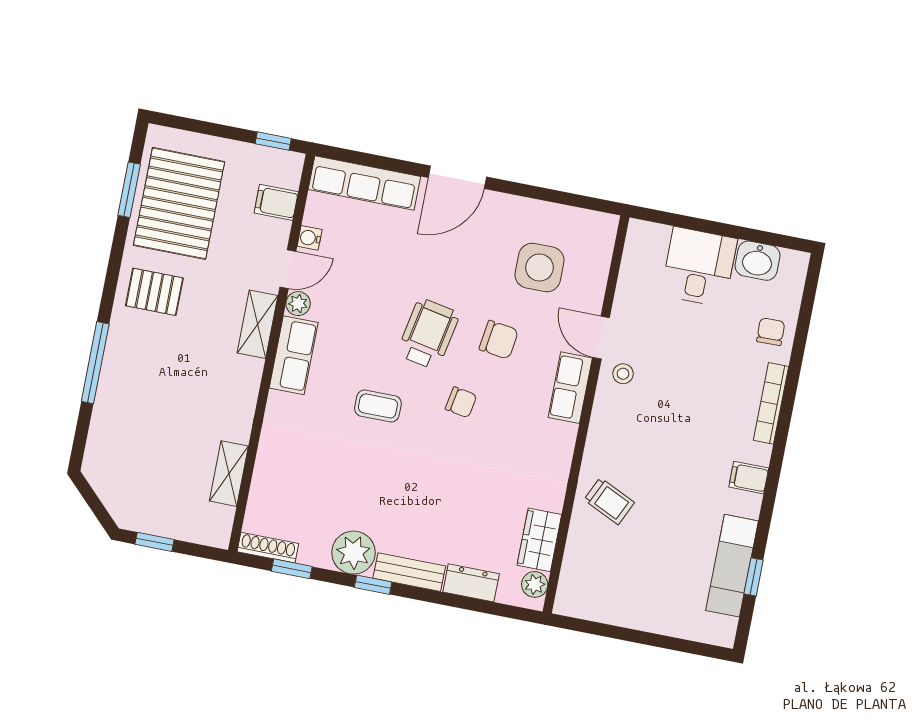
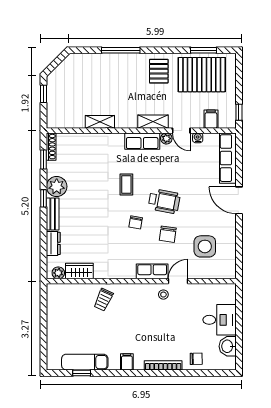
shelving: (229, 474) -> (100, 122), moved

